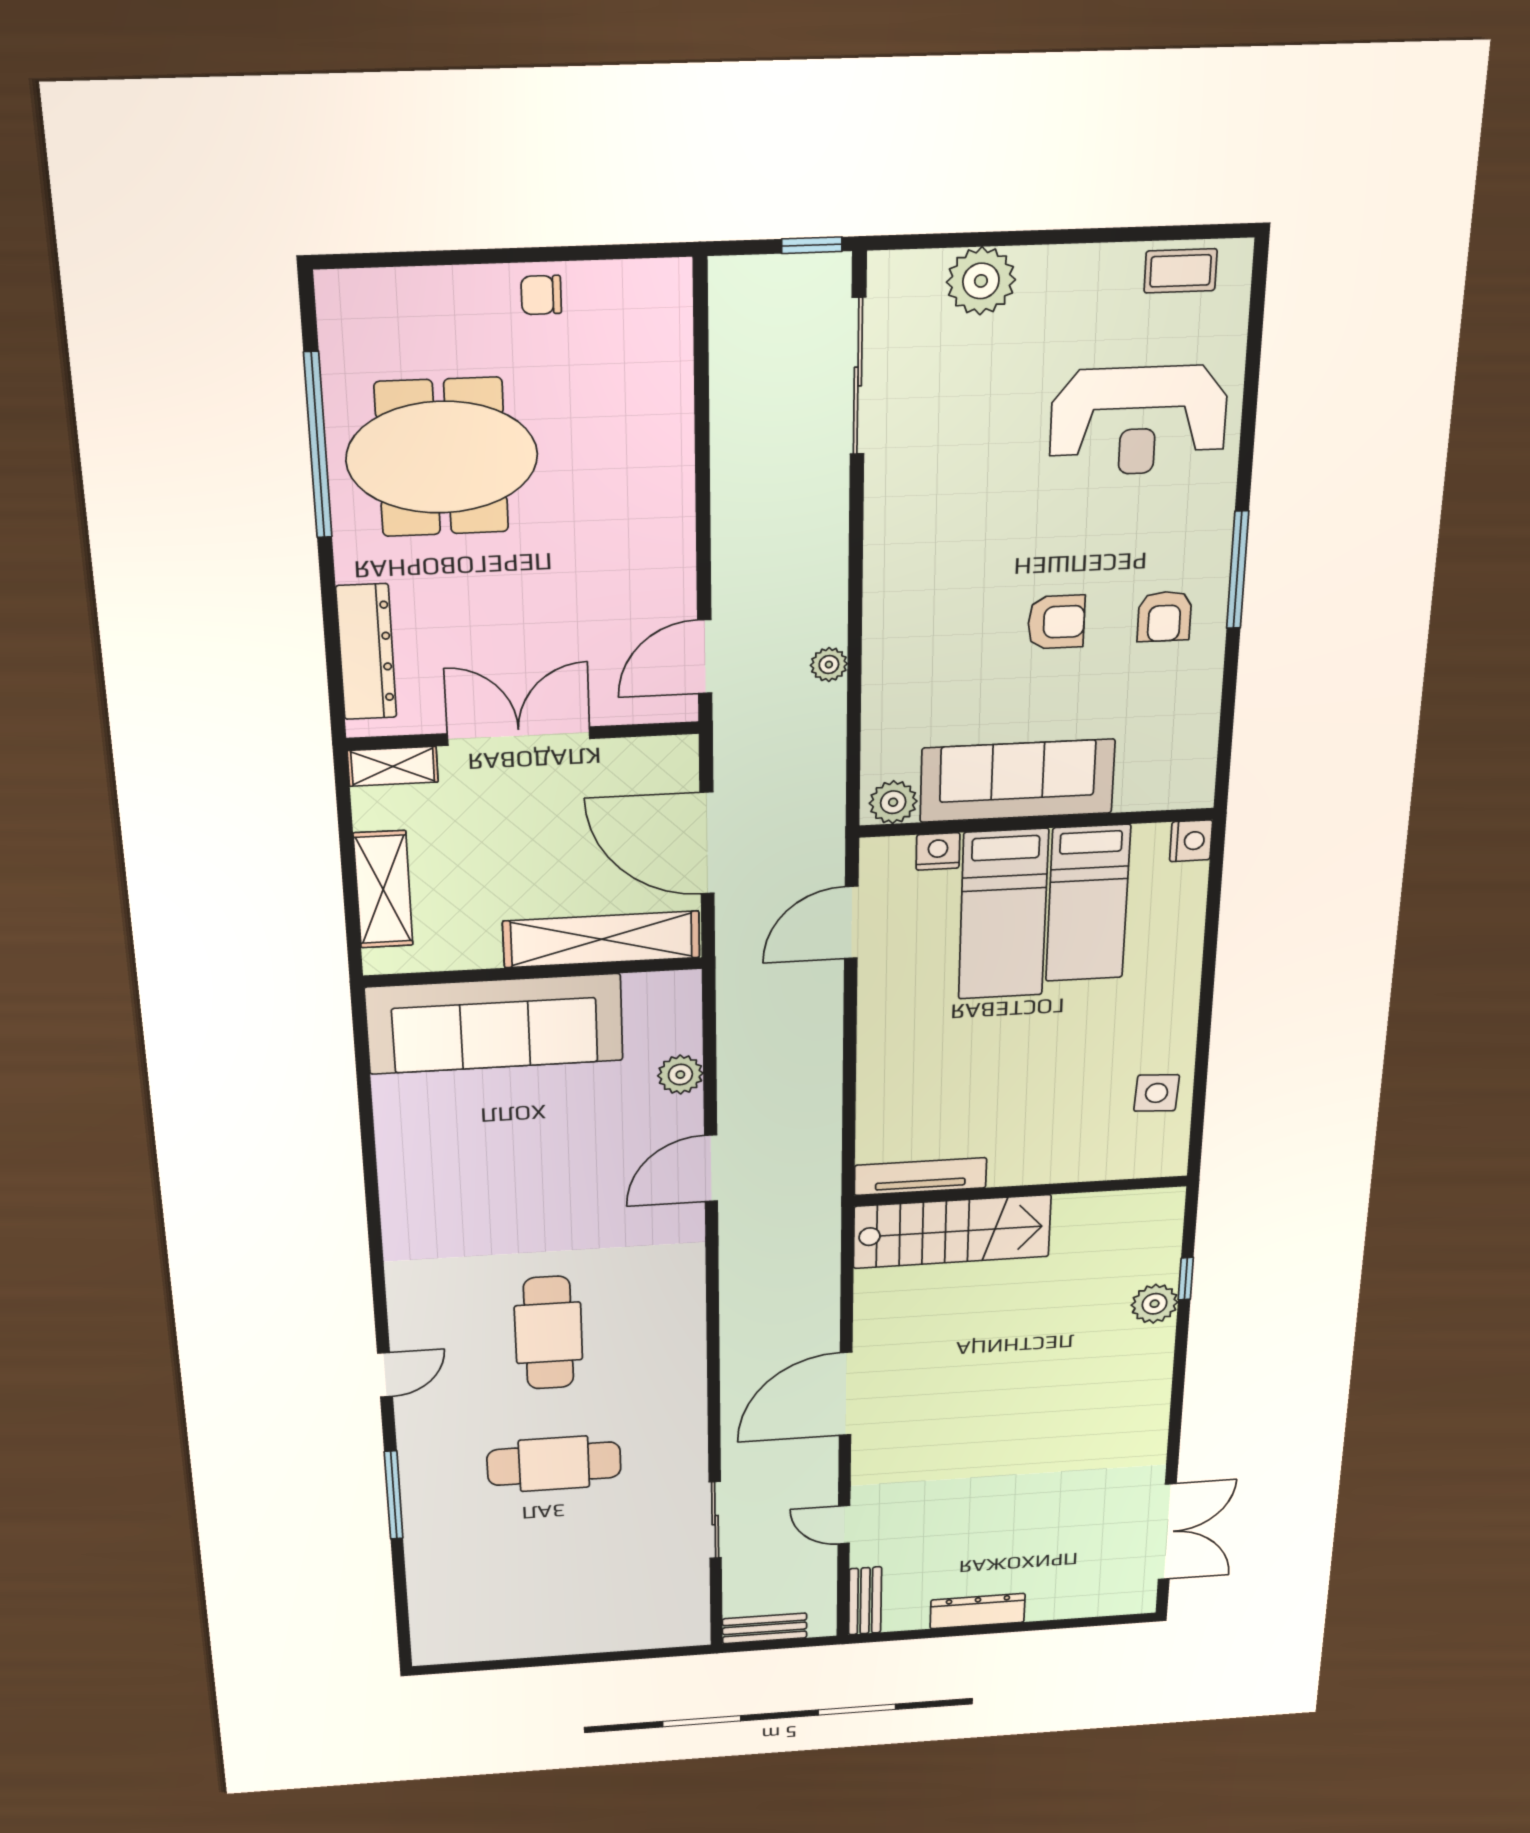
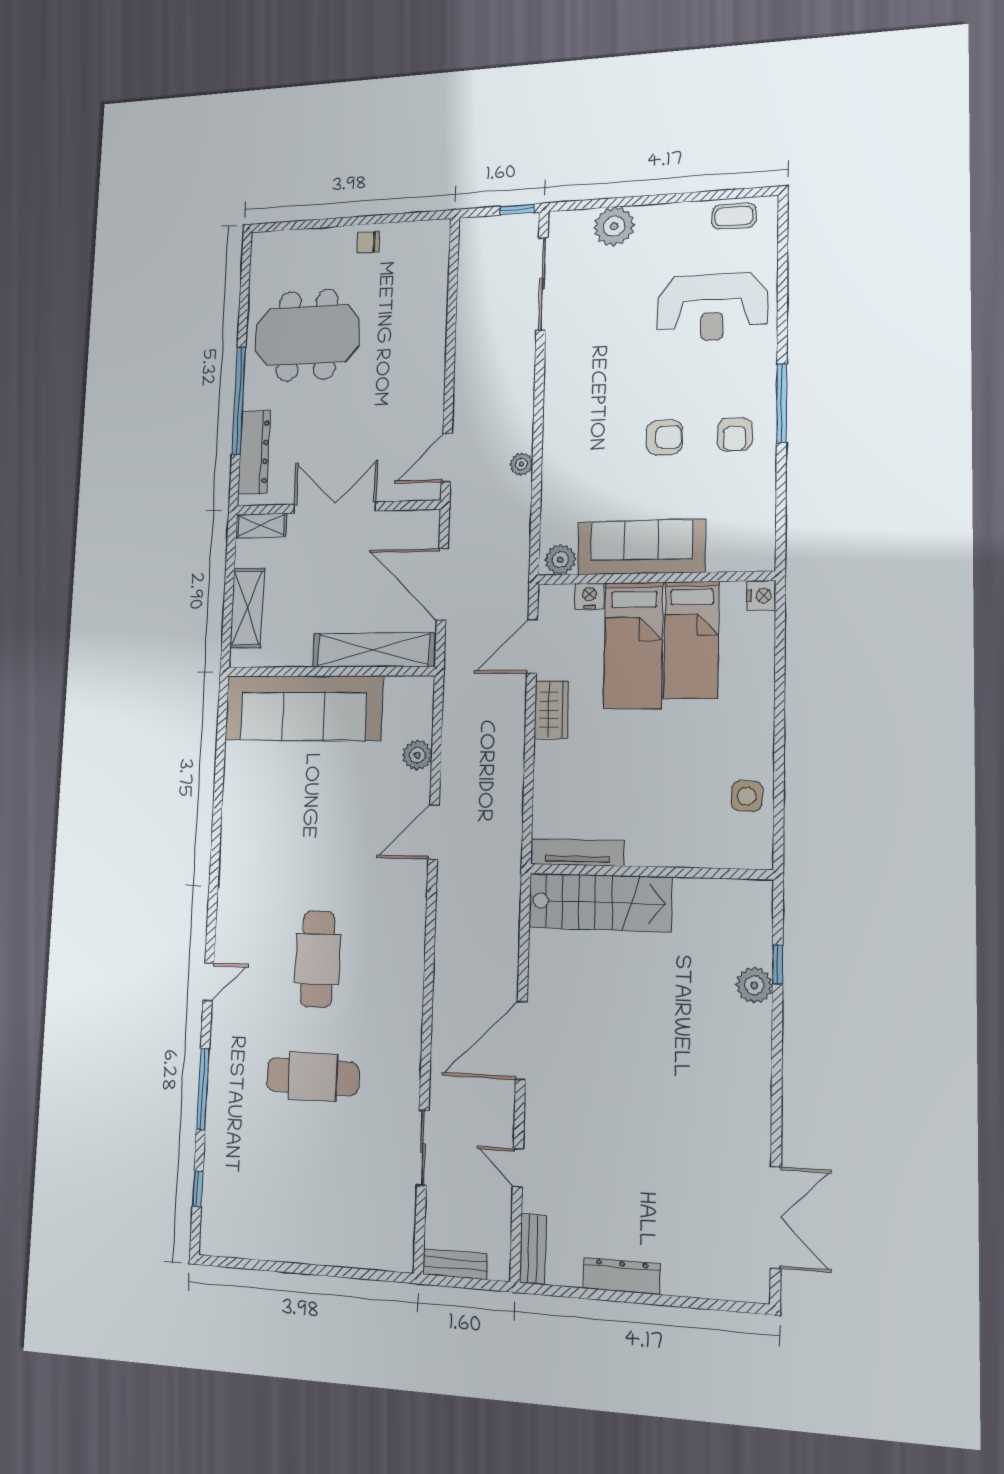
window: (318, 446) -> (239, 401), moved
wardrobe: (881, 1004) -> (551, 710), added
window: (401, 1600) -> (198, 1189), added

